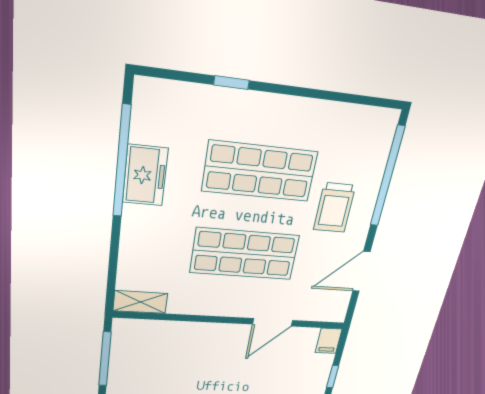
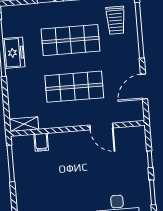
trolley: (334, 208) -> (116, 20), moved
door: (273, 322) -> (101, 127), hinge flipped
filing cabinet: (329, 341) -> (41, 142), moved

